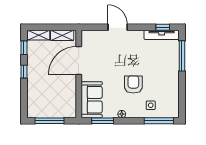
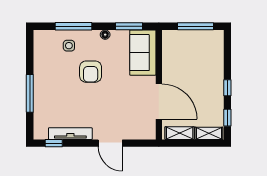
tv unit: (162, 35) -> (70, 134), moved
window: (182, 56) -> (30, 93), moved
door: (79, 61) -> (159, 102), hinge flipped
window: (159, 121) -> (73, 26), moved

